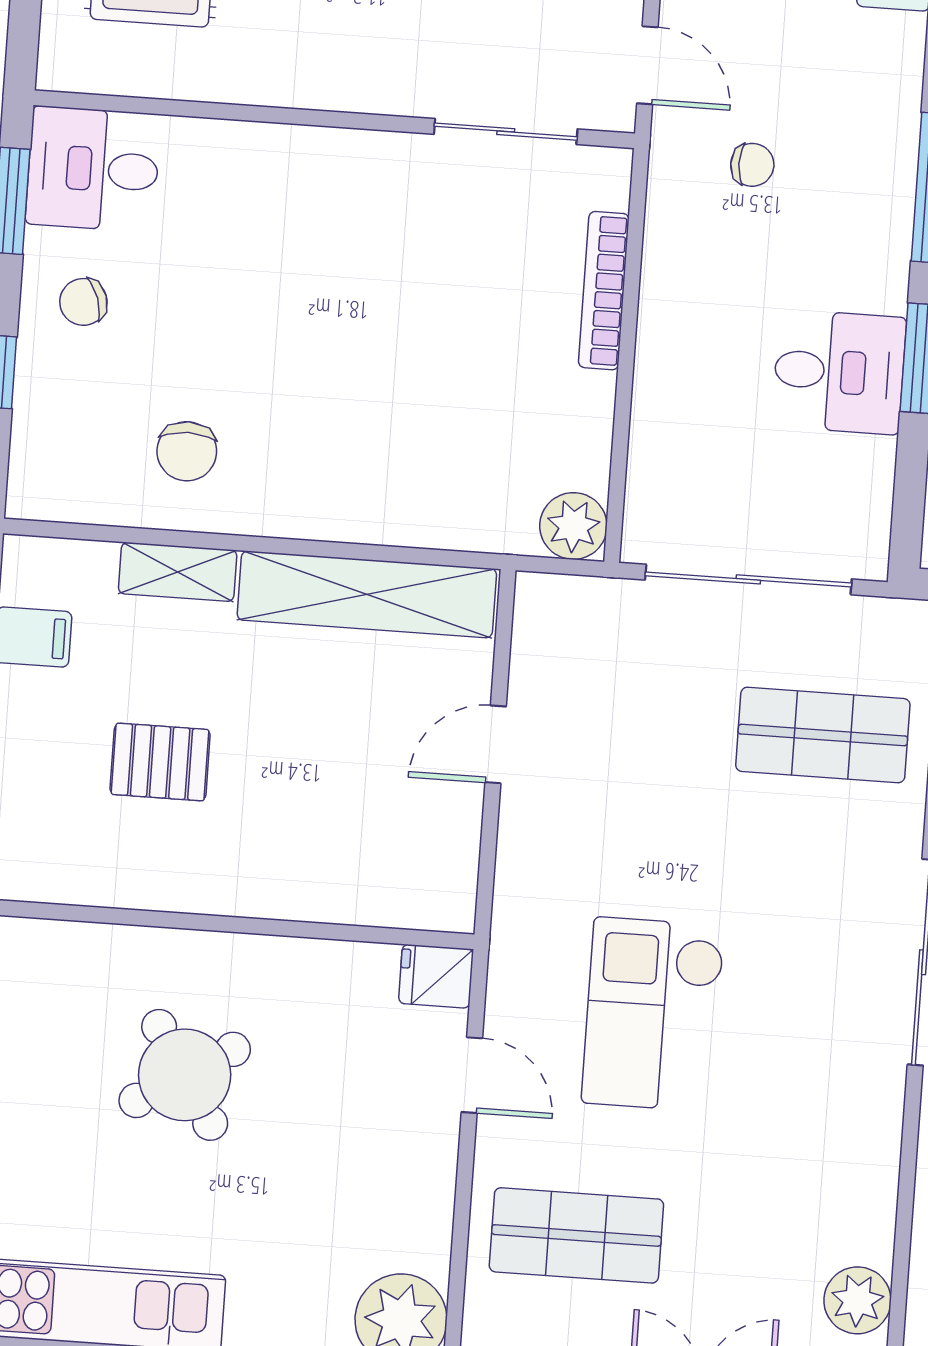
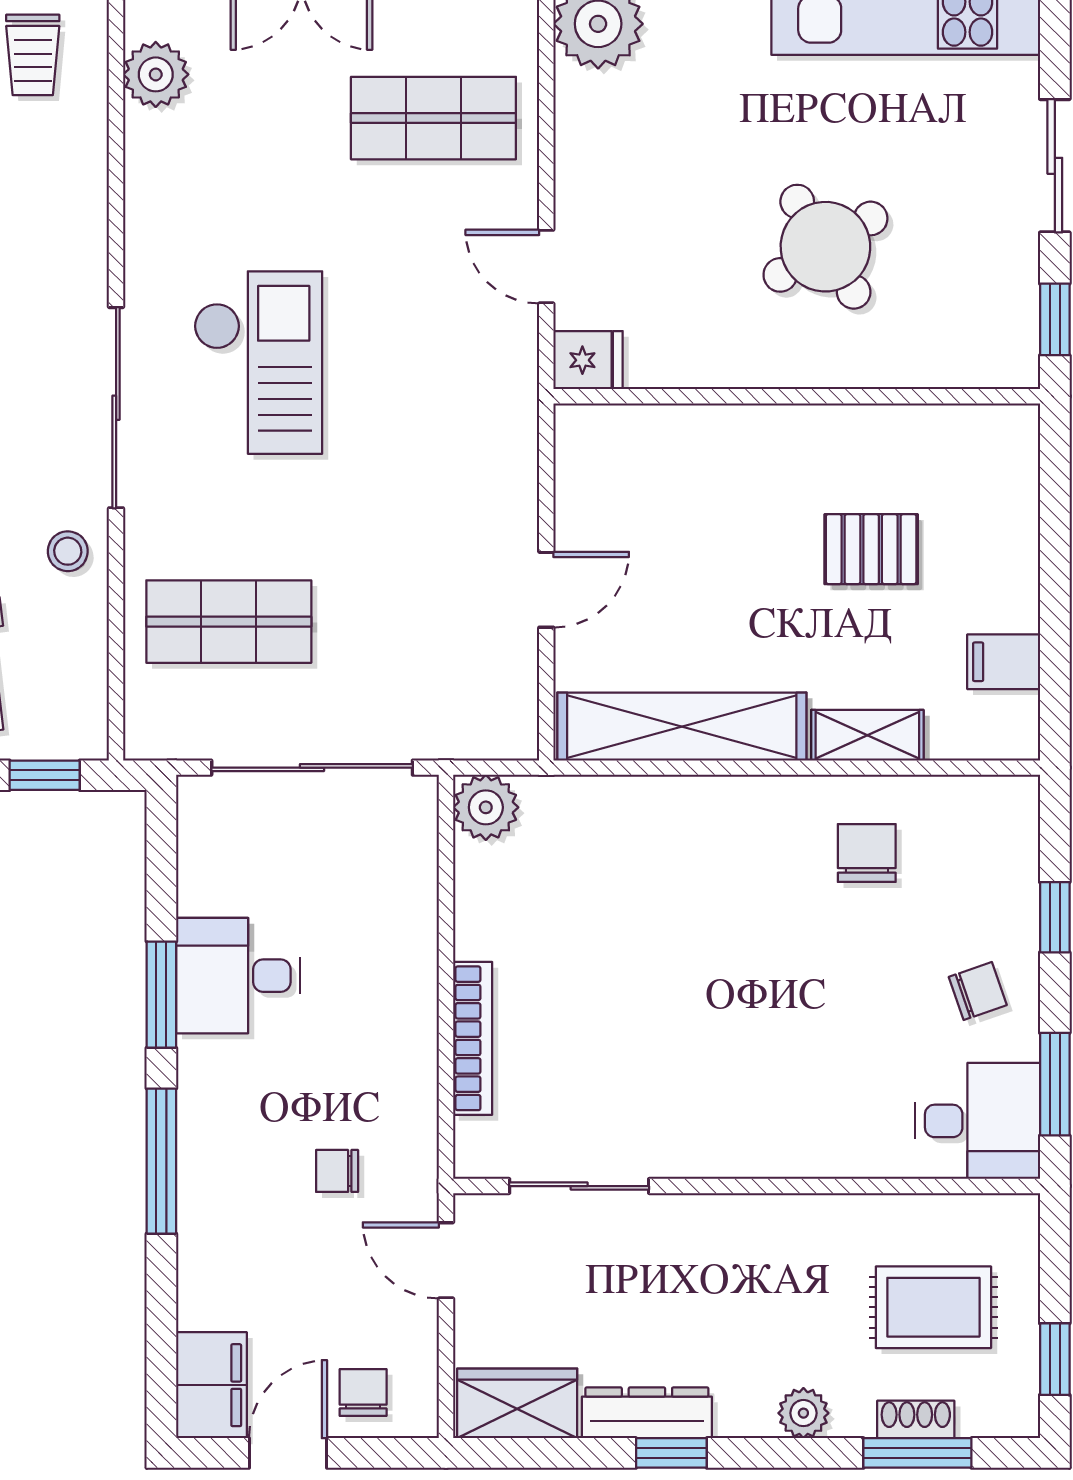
checkout: (653, 1014) -> (258, 363), moved

